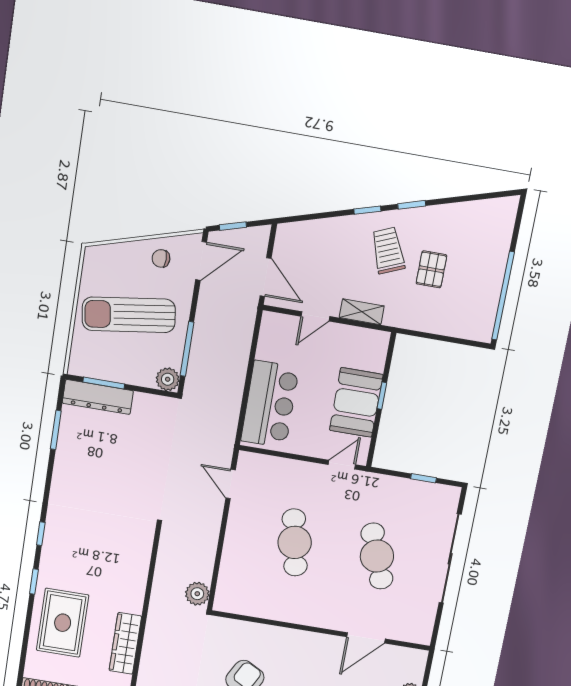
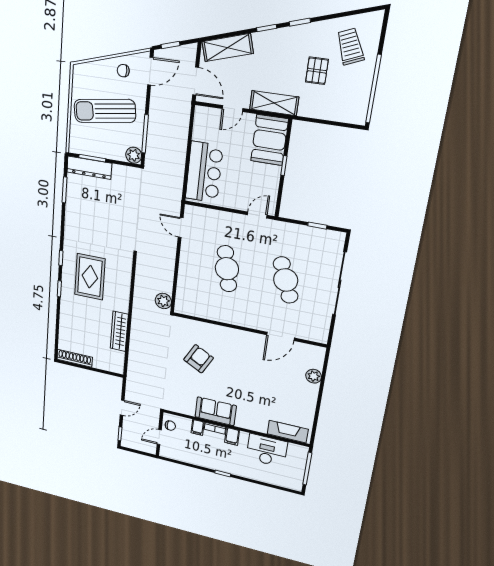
shelving: (313, 233) -> (228, 47), added
trolley: (388, 251) -> (350, 46), moved
shelving: (362, 312) -> (274, 103), width x1.50, depth x1.33
booth: (356, 402) -> (269, 140), moved
rug: (63, 623) -> (90, 277), moved

